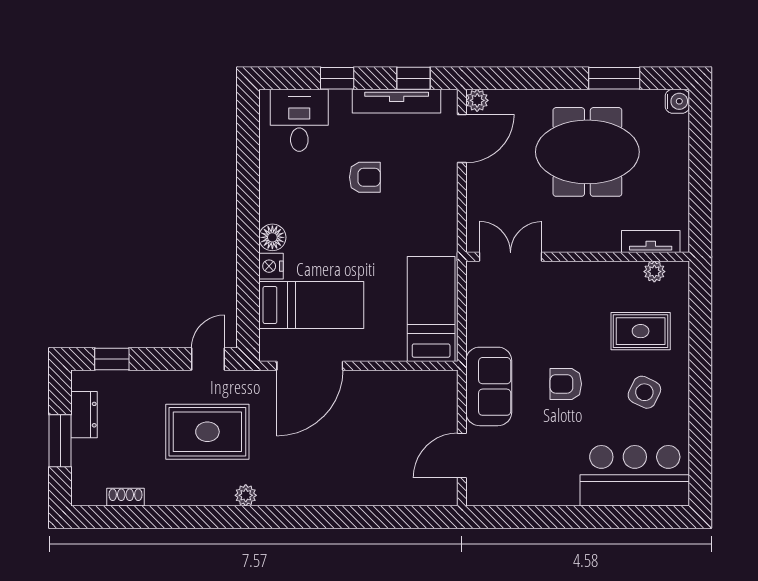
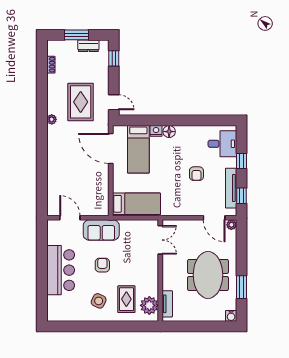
plant: (654, 272) -> (149, 305), width x1.88, depth x1.88
bar counter: (635, 476) -> (61, 270), moved

